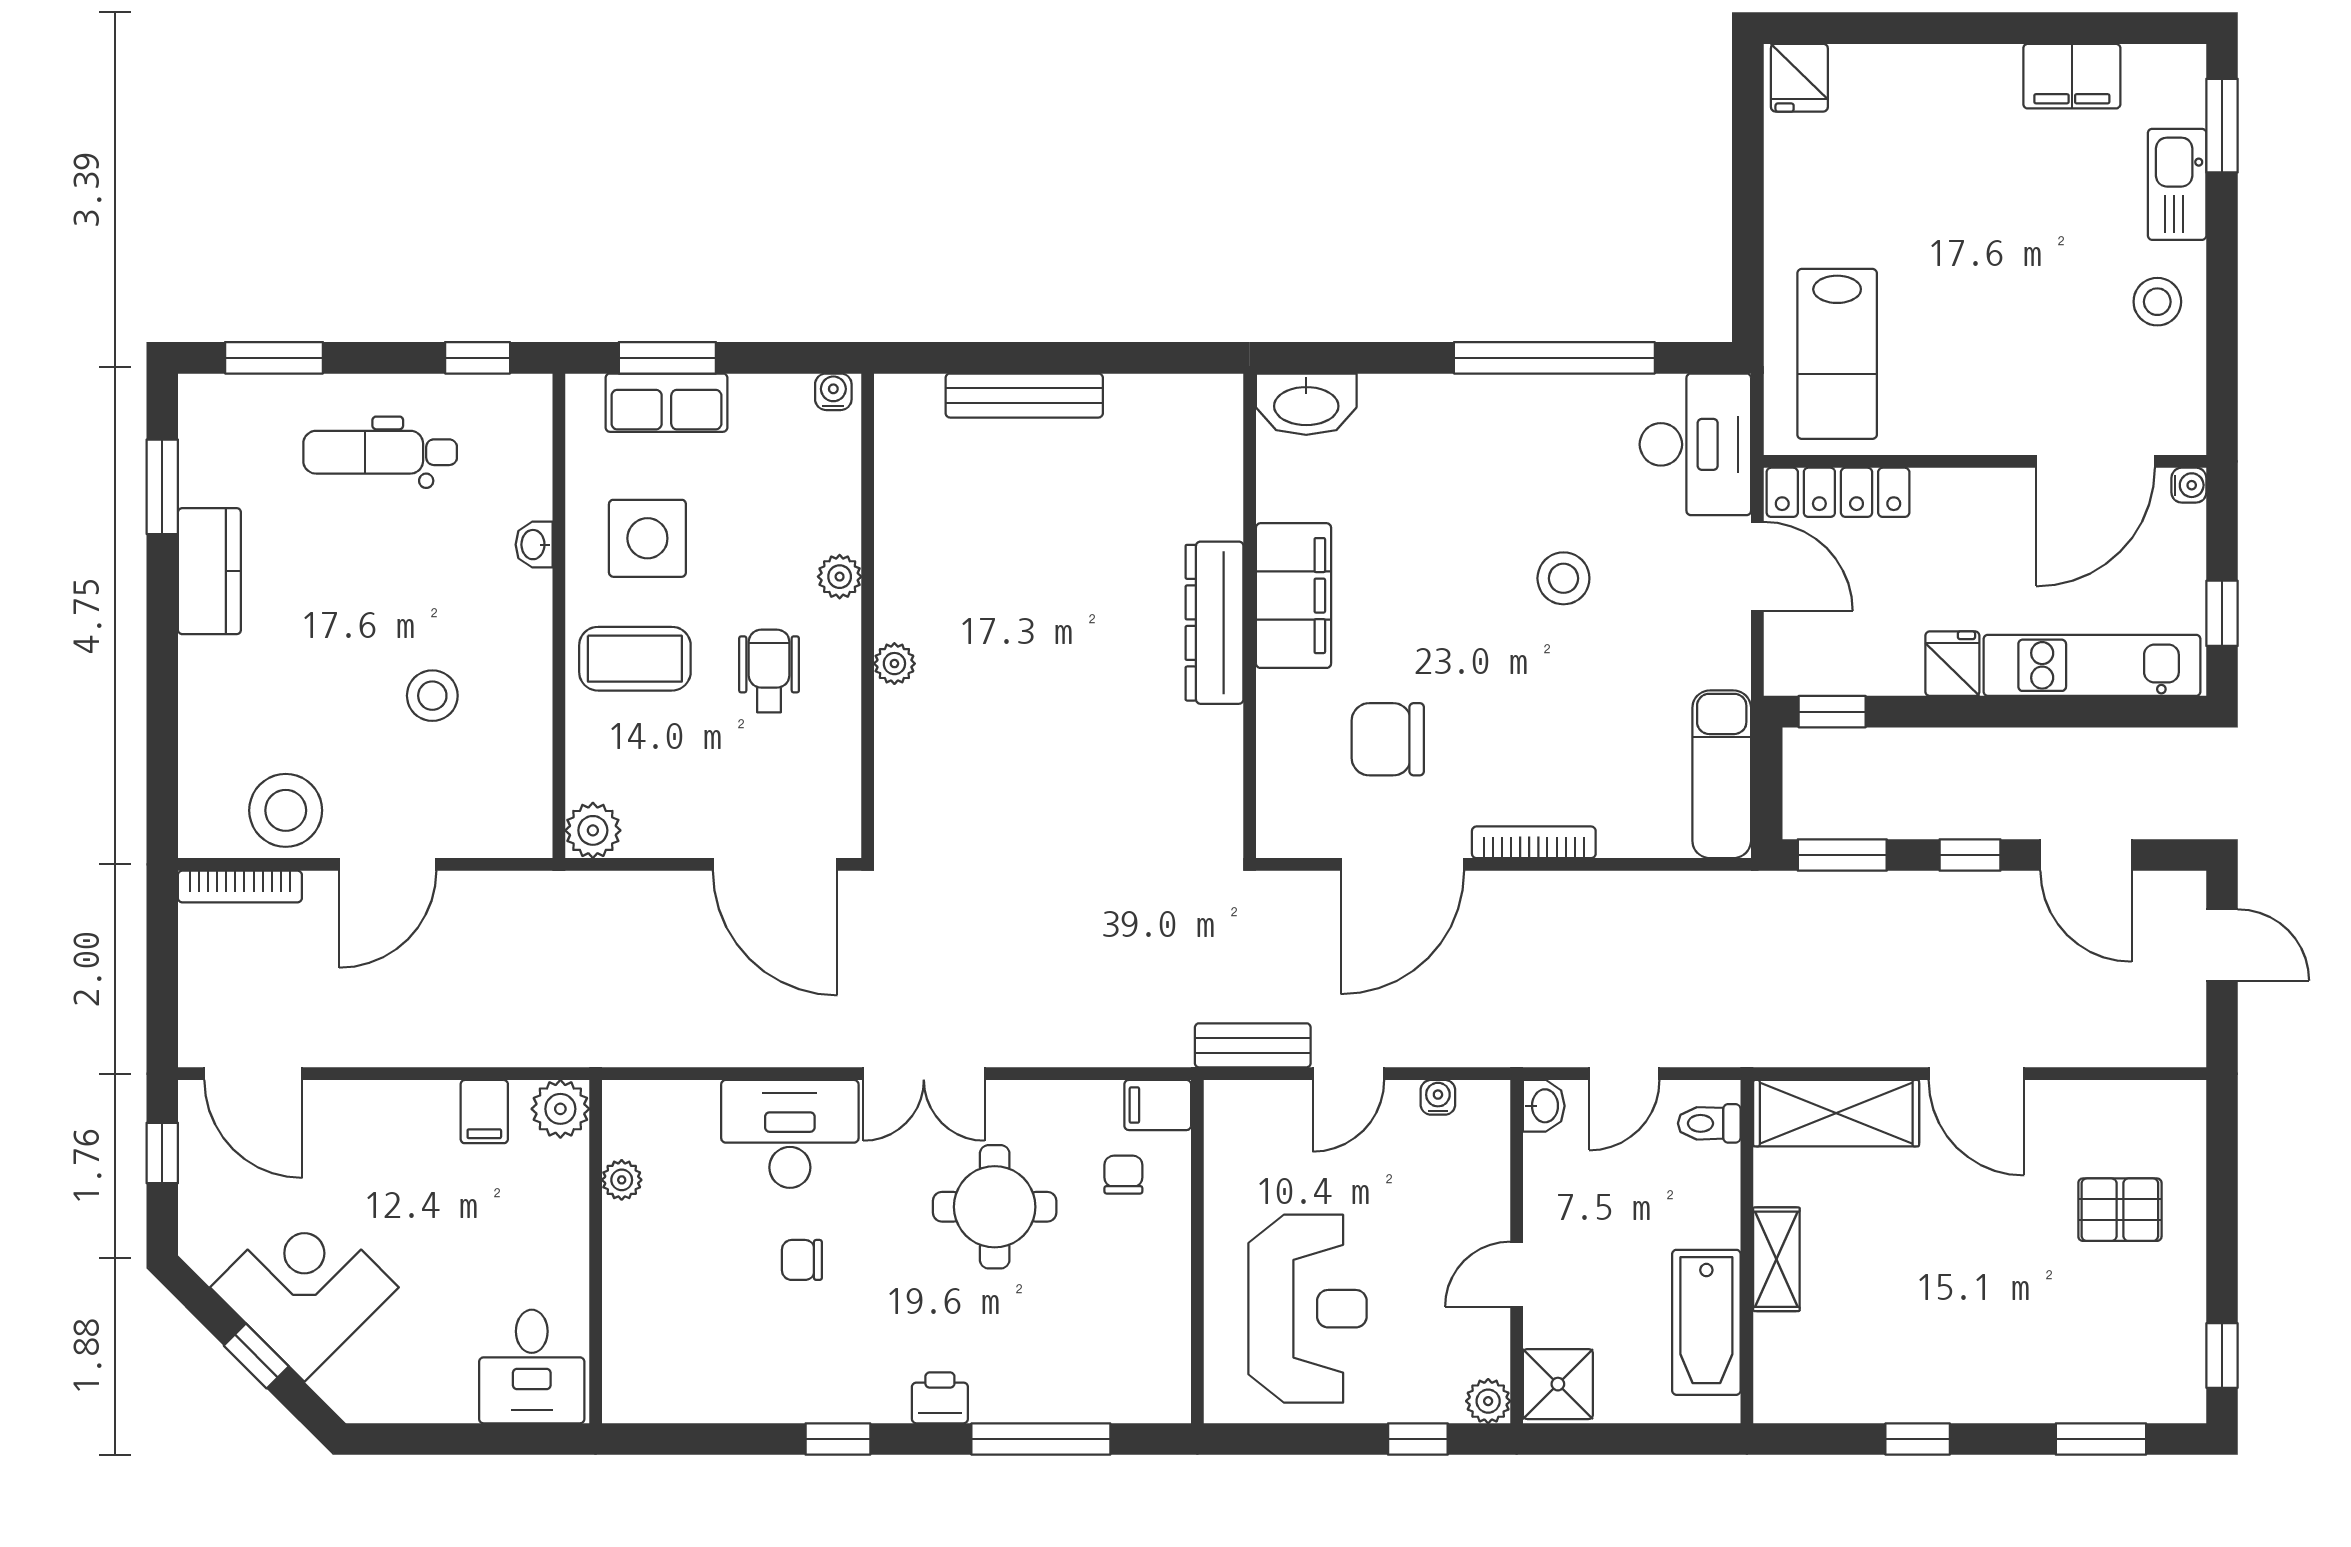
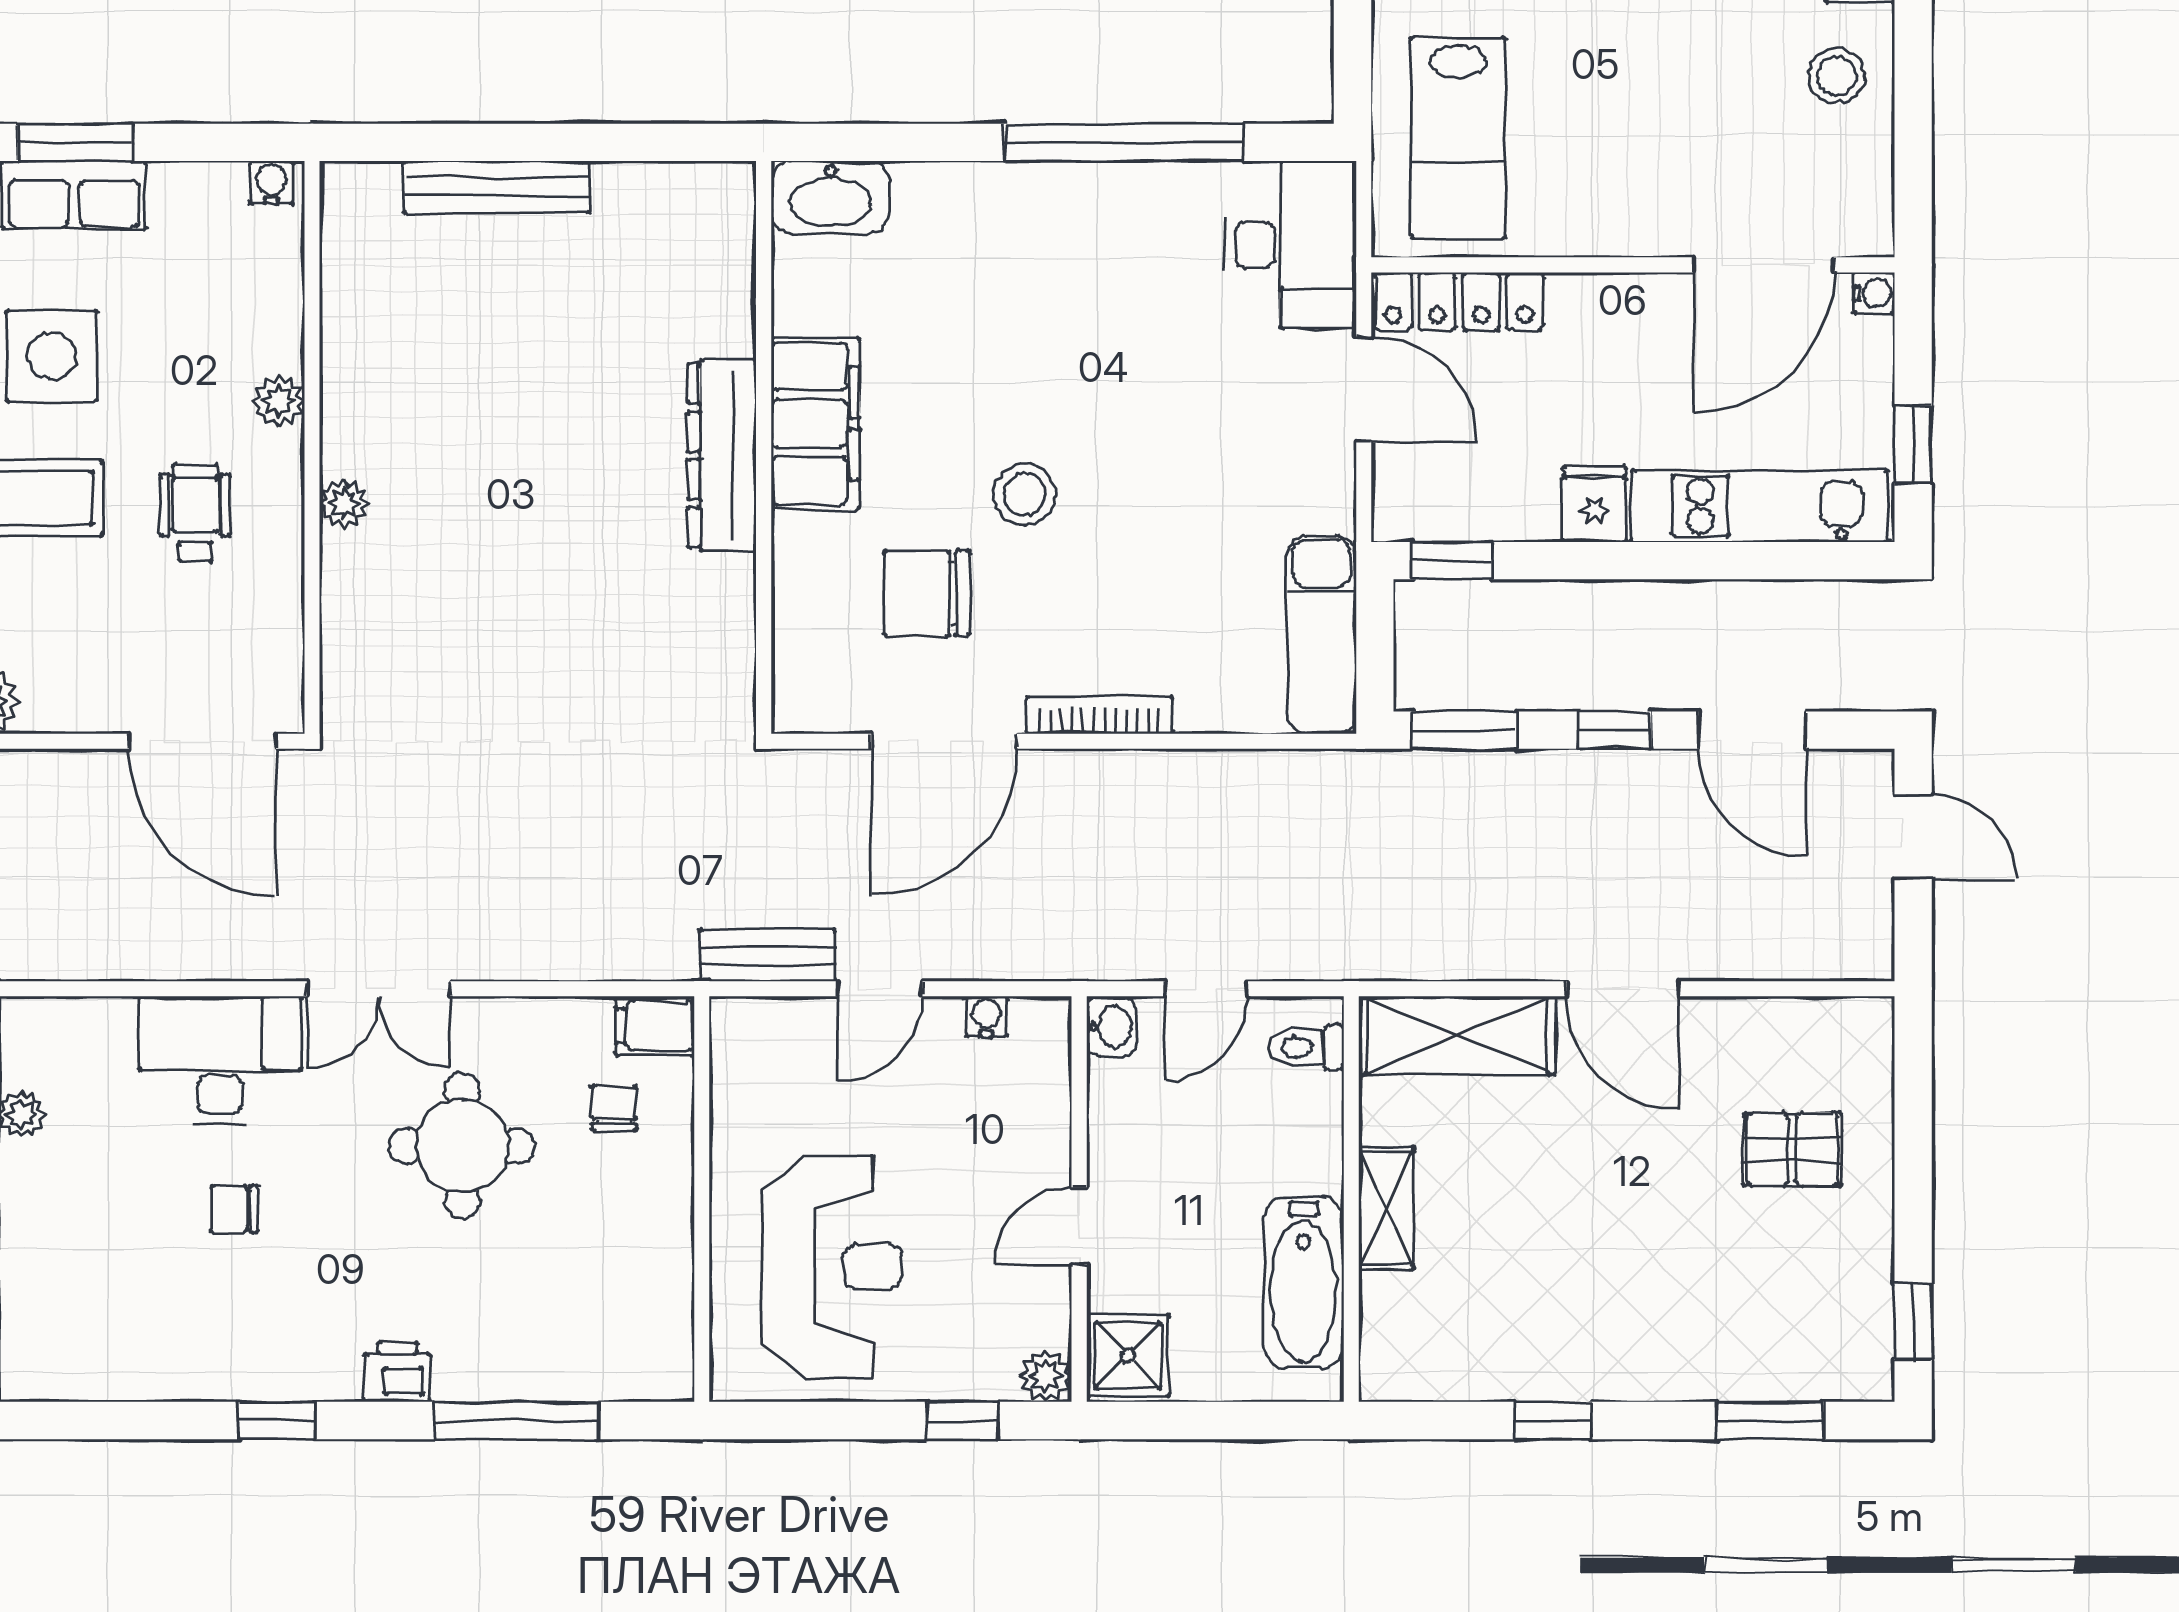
stool: (1563, 578) -> (1024, 494), moved

